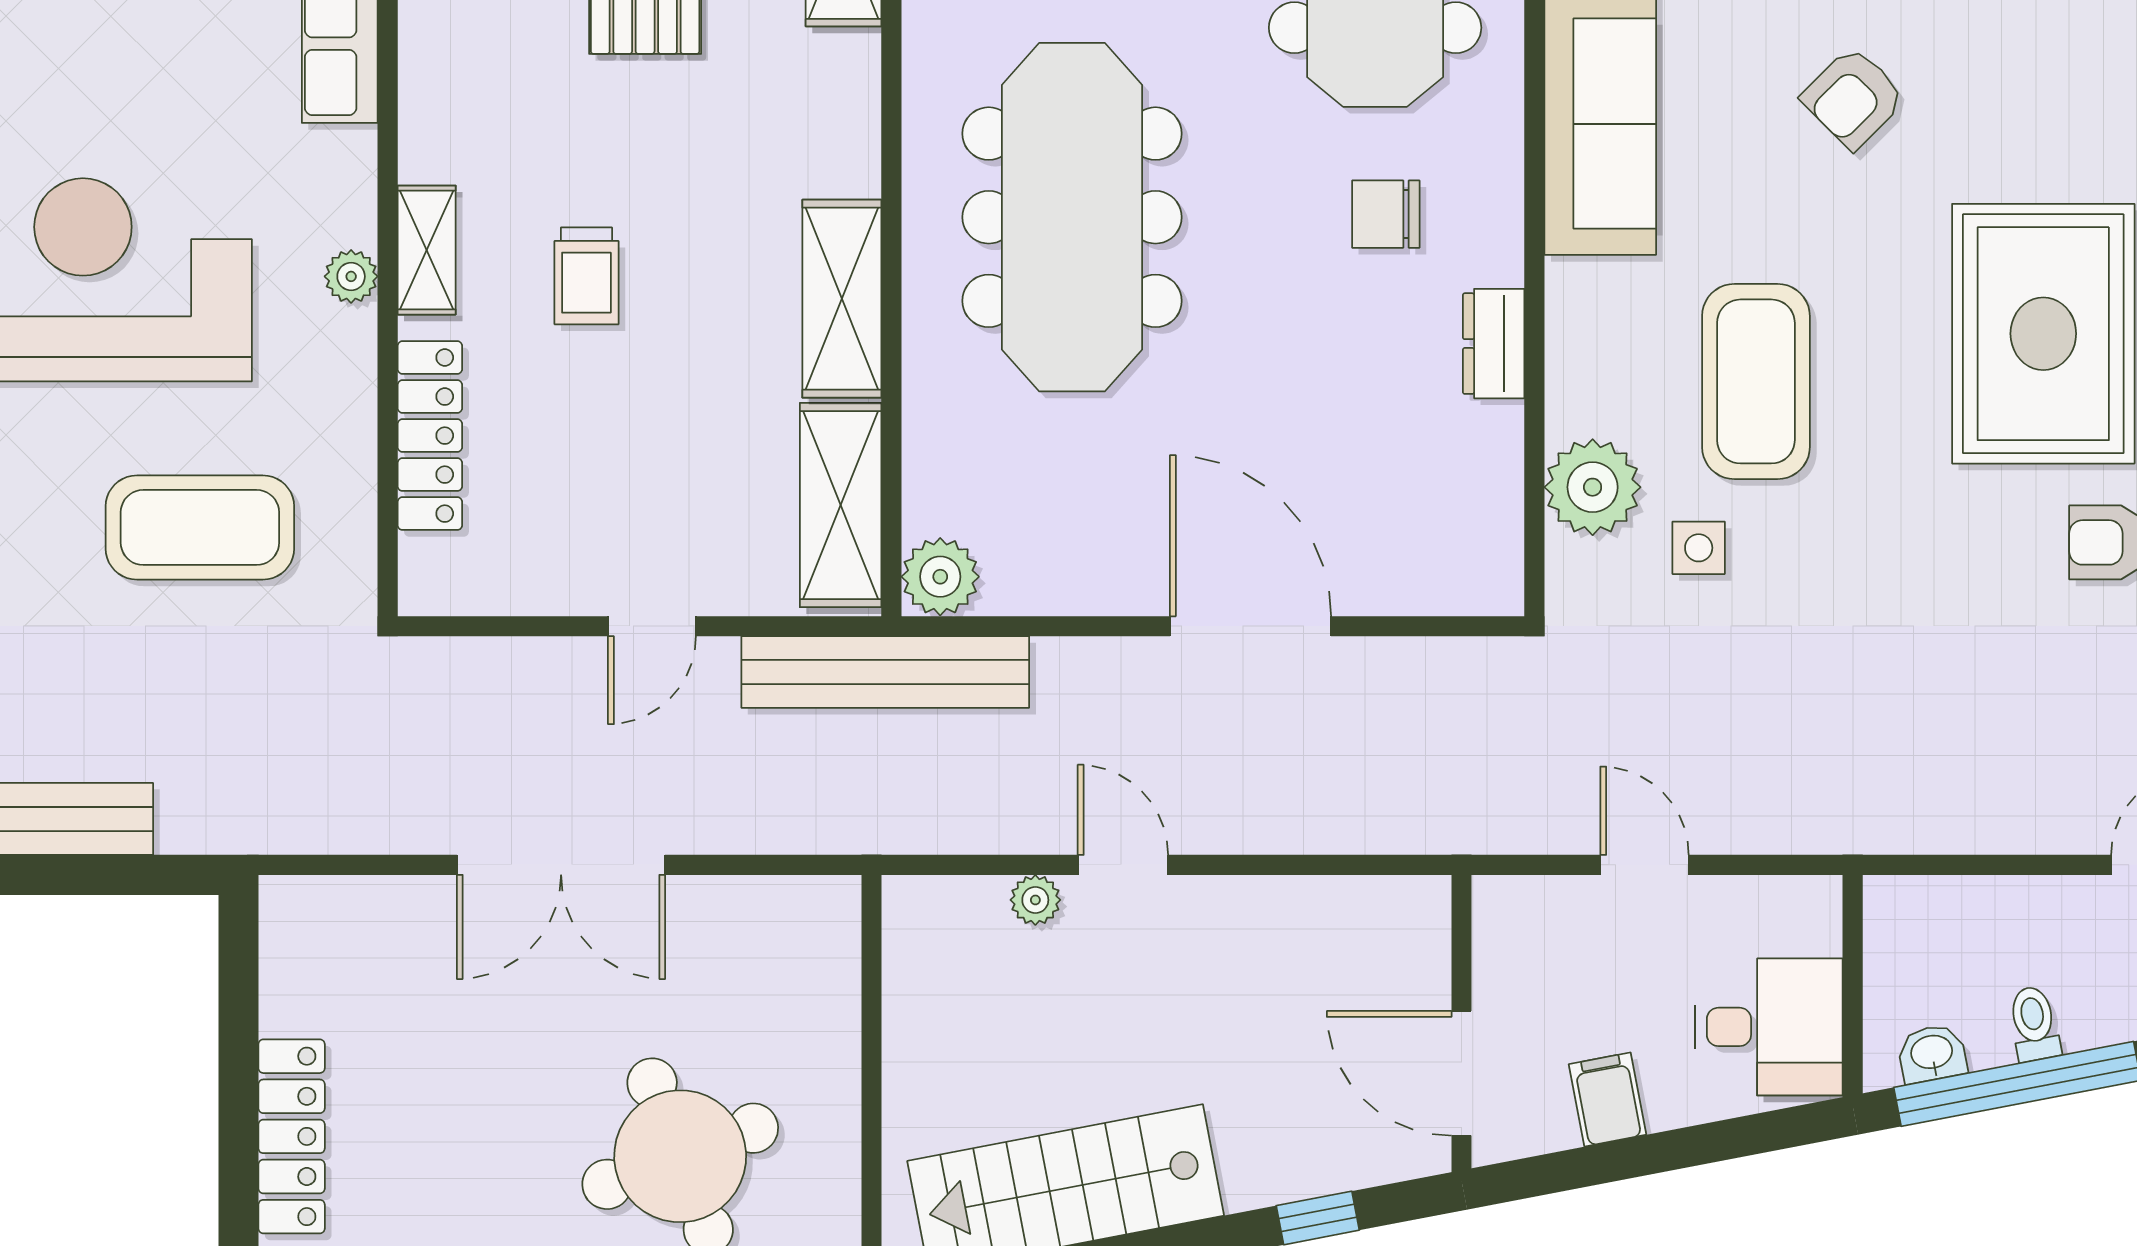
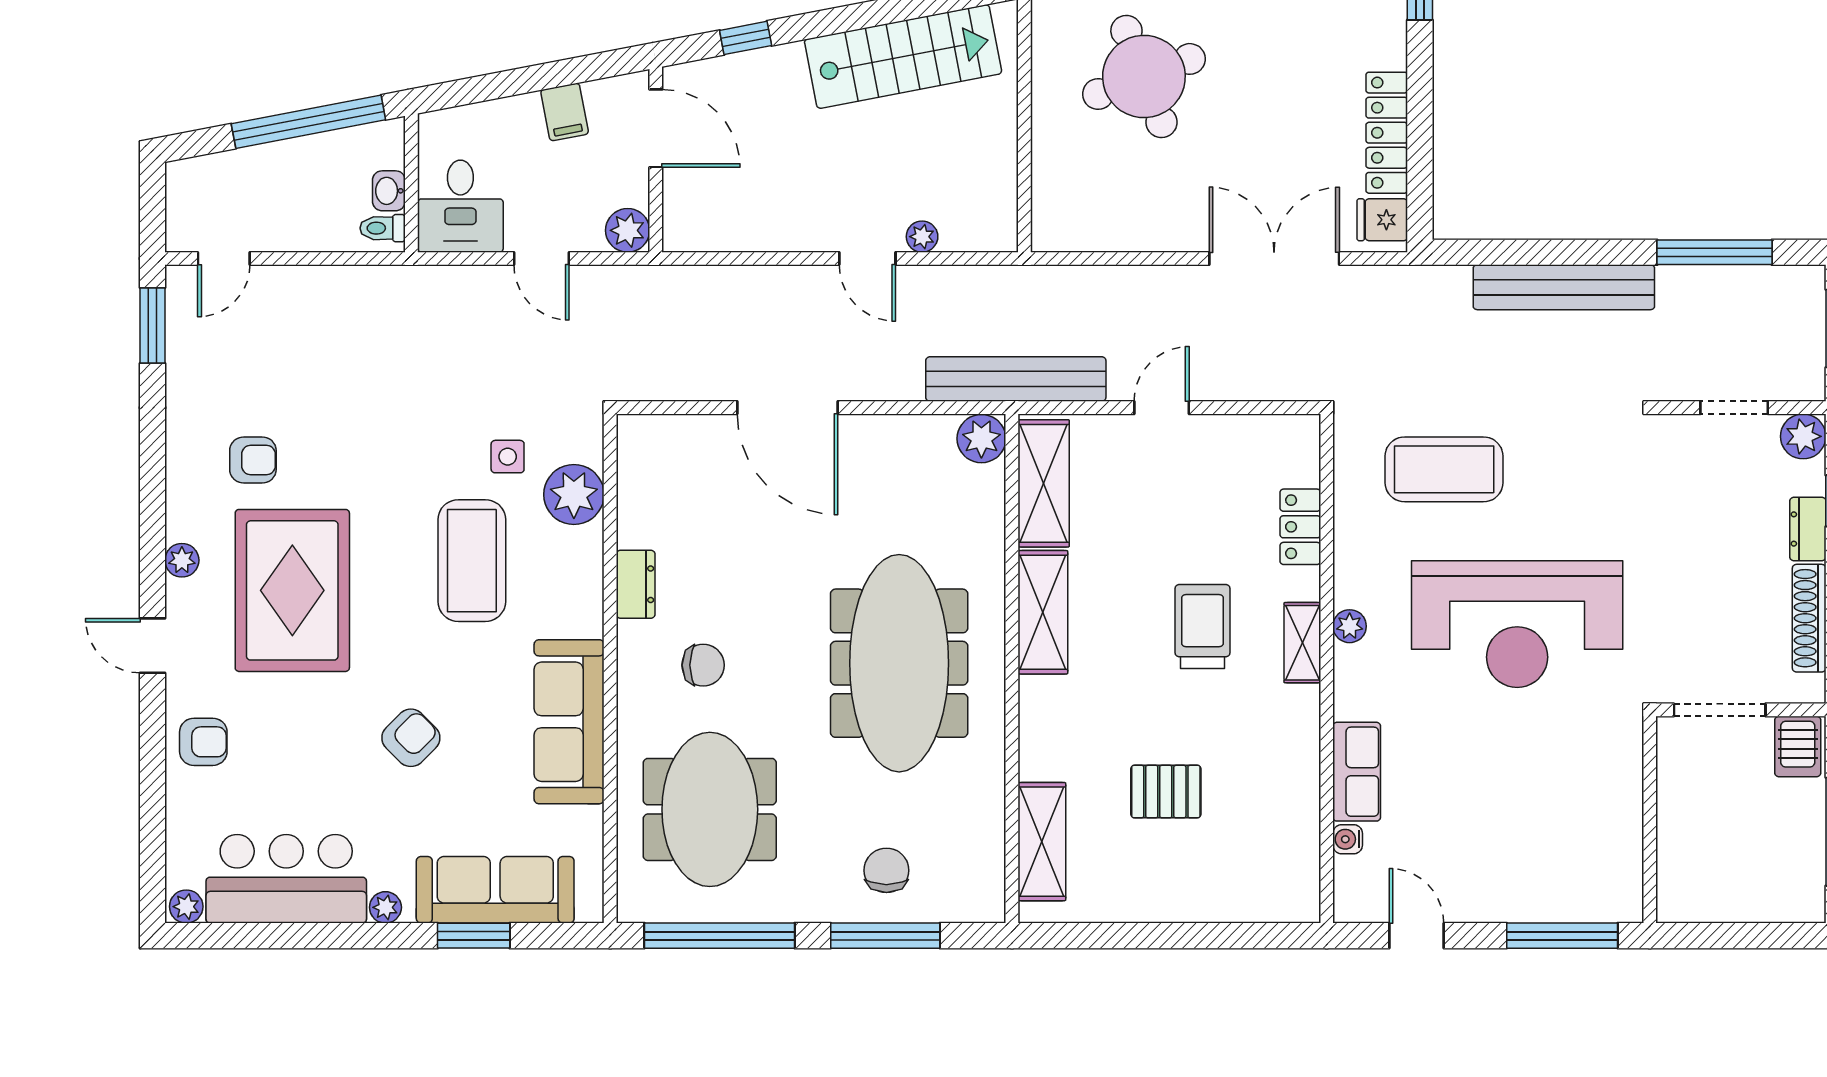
trolley: (586, 276) -> (1203, 627), width x1.36, depth x1.39
locker: (430, 436) -> (1300, 527), width x0.66
double door: (561, 865) -> (1274, 259), moved
plant: (1507, 910) -> (628, 230), added
fridge: (299, 927) -> (1382, 220), added
toilet: (2034, 1024) -> (383, 228), moved, turned 101
desk: (1769, 1027) -> (460, 206), moved, turned -90
washbasin: (1932, 1053) -> (389, 191), moved, turned 101
locker: (292, 1136) -> (1387, 133), moved

